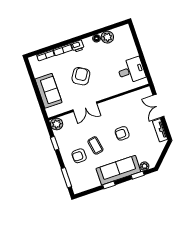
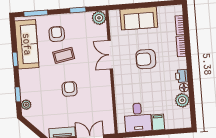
printer: (78, 46) -> (182, 76), moved
filing cabinet: (131, 52) -> (158, 122), added
armchair: (81, 76) -> (146, 59), turned 149
sofa: (118, 170) -> (27, 44), moved

